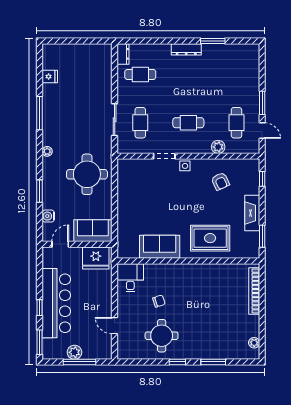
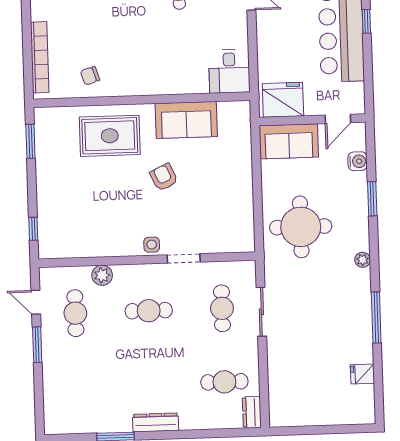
armchair: (220, 181) -> (164, 177), moved
fireplace: (252, 213) -> (47, 176), removed
chair: (159, 301) -> (90, 76), moved

